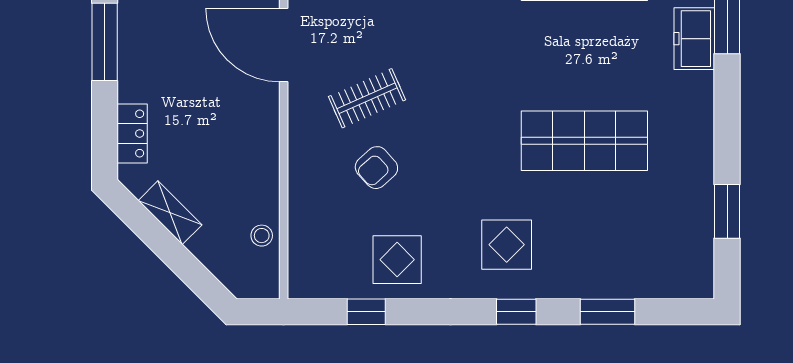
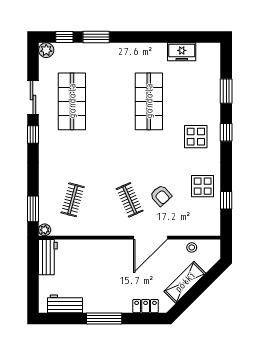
freezer: (694, 39) -> (182, 52), moved
door: (284, 45) -> (150, 238), moved
window: (727, 211) -> (181, 37), removed
shelving: (170, 213) -> (185, 282), width x1.50, depth x1.33

